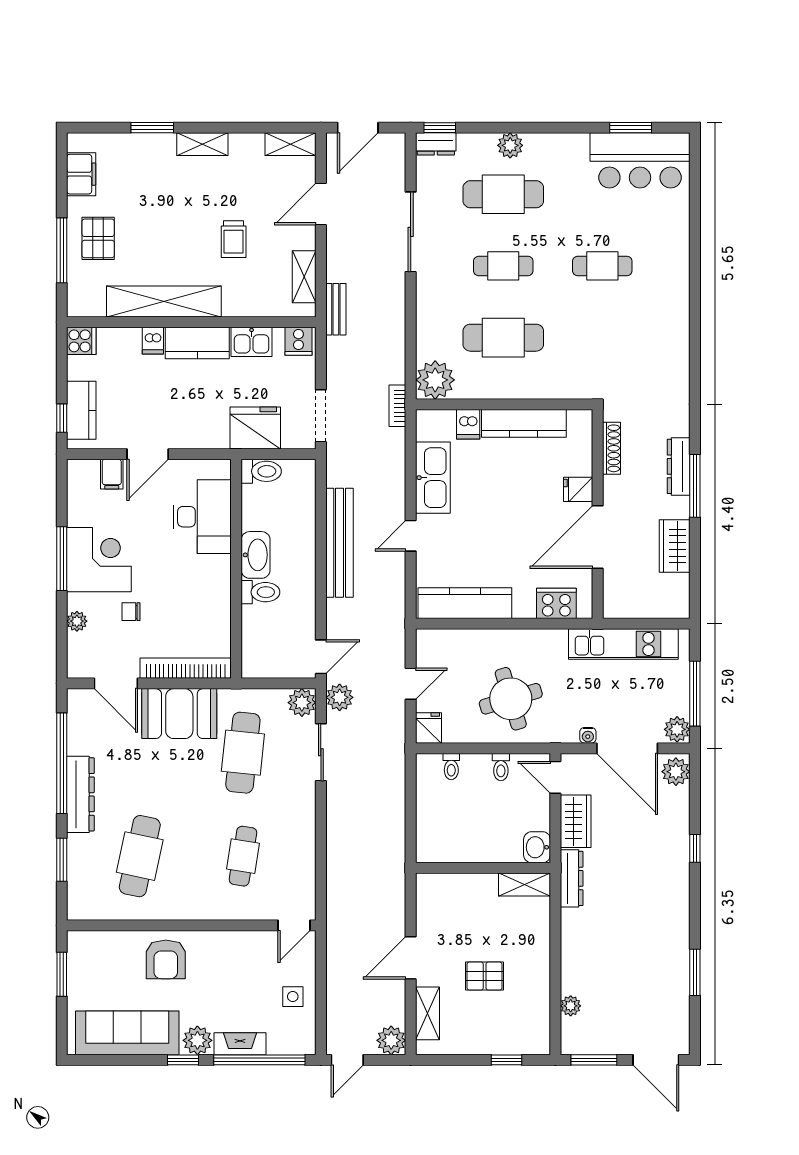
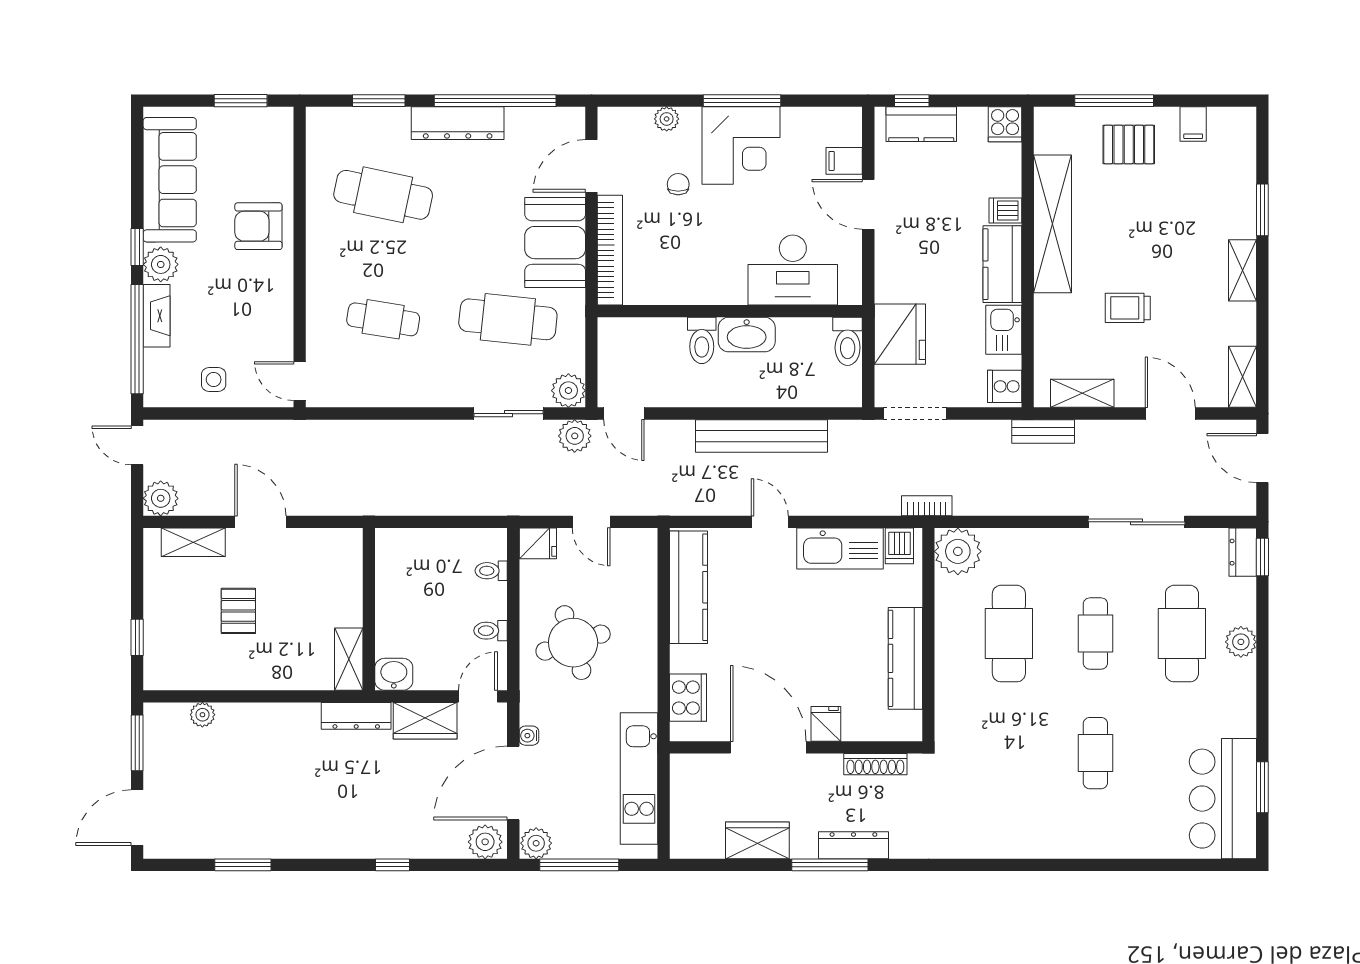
filing cabinet: (81, 174) -> (1193, 124), width x0.50
dishwasher: (468, 424) -> (899, 546), moved, turned -90

